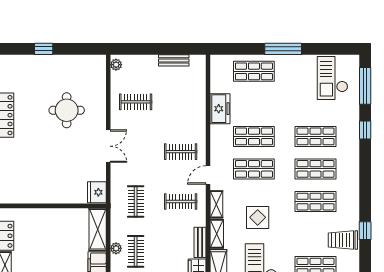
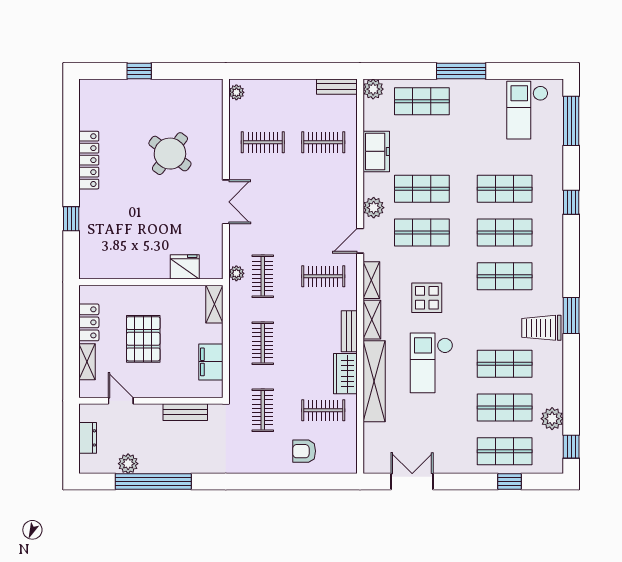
bench: (174, 60) -> (337, 87), moved
plant: (218, 62) -> (373, 89), added
round table: (67, 110) -> (170, 154), turned 37
window: (365, 130) -> (571, 202), moved
plant: (218, 150) -> (374, 208), added
clothes rail: (181, 152) -> (323, 142), moved
fridge: (97, 192) -> (185, 267), moved, turned 90
shelving: (98, 229) -> (214, 304), width x0.67, depth x0.75
window: (365, 231) -> (571, 315), width x1.50
pallet: (47, 248) -> (143, 339), added
plant: (116, 248) -> (236, 273), moved

